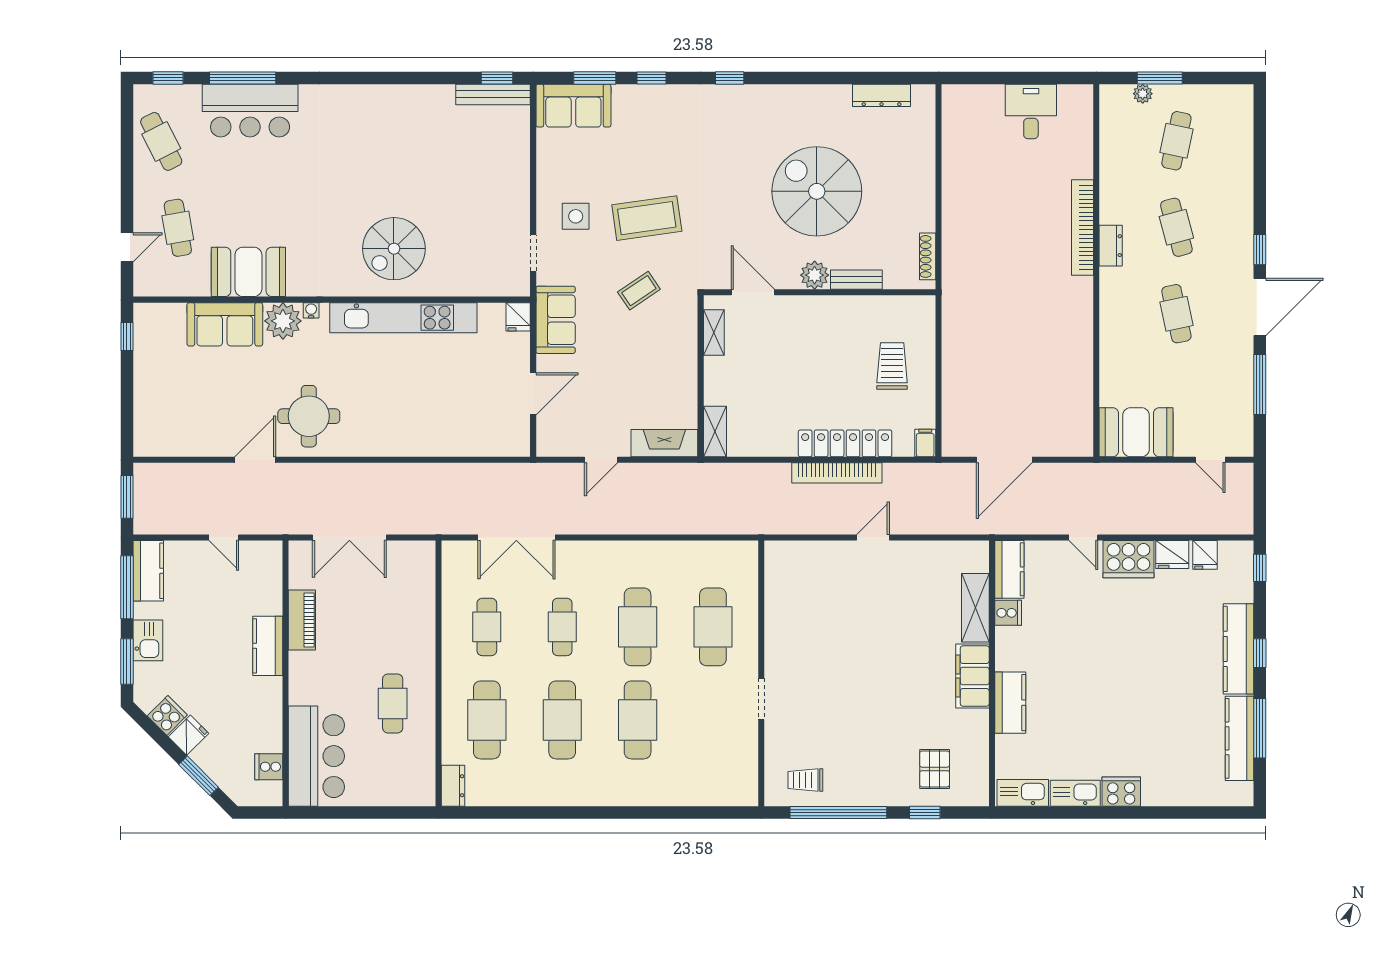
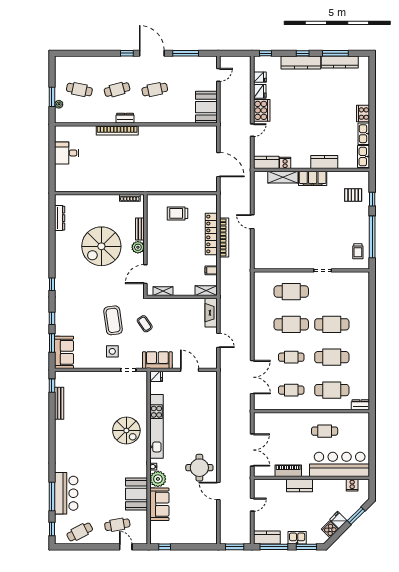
bench: (493, 94) -> (59, 403), moved
filing cabinet: (925, 443) -> (211, 270), moved
bar counter: (316, 756) -> (340, 464), width x1.36

